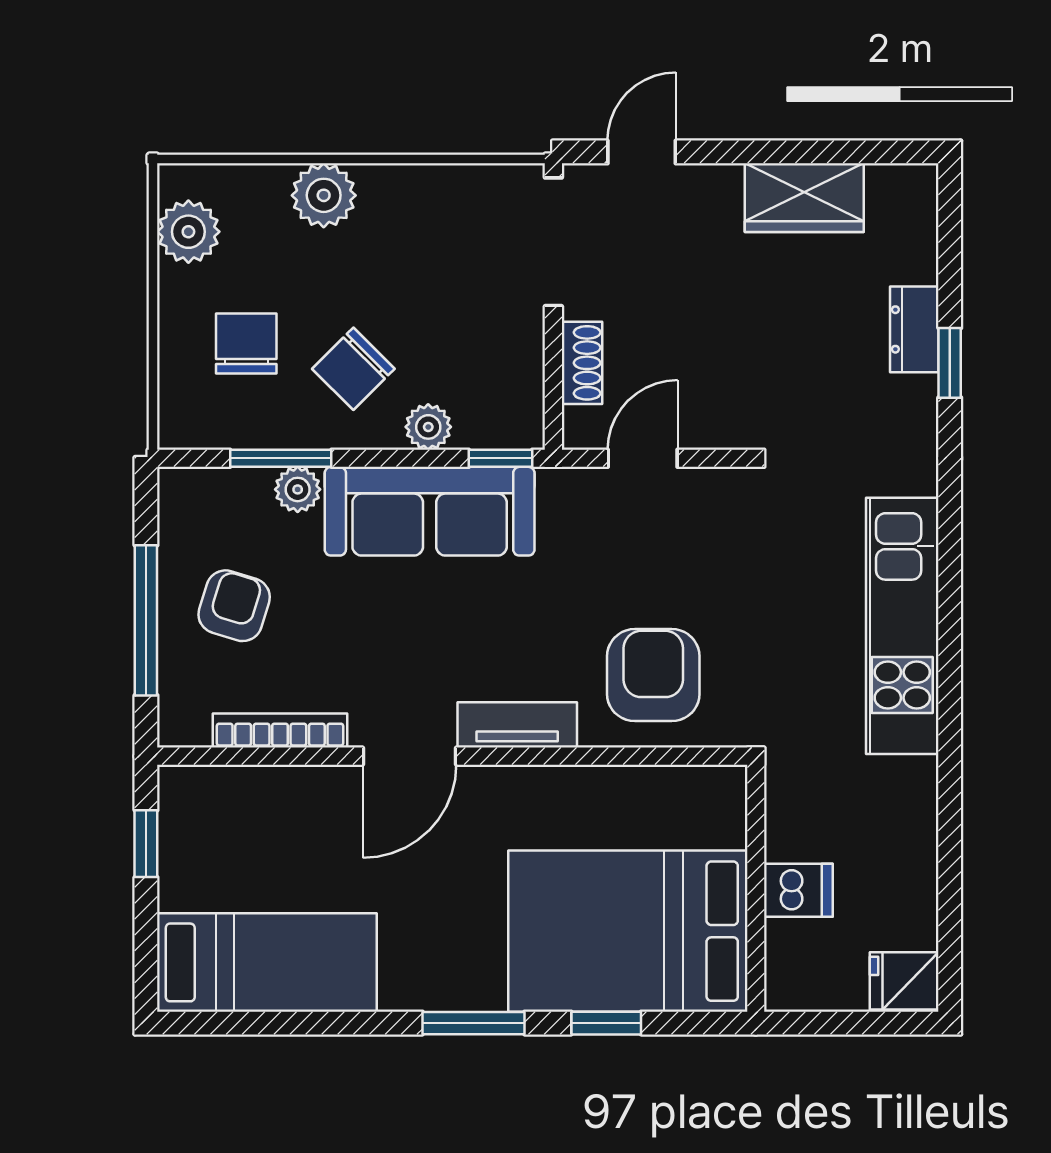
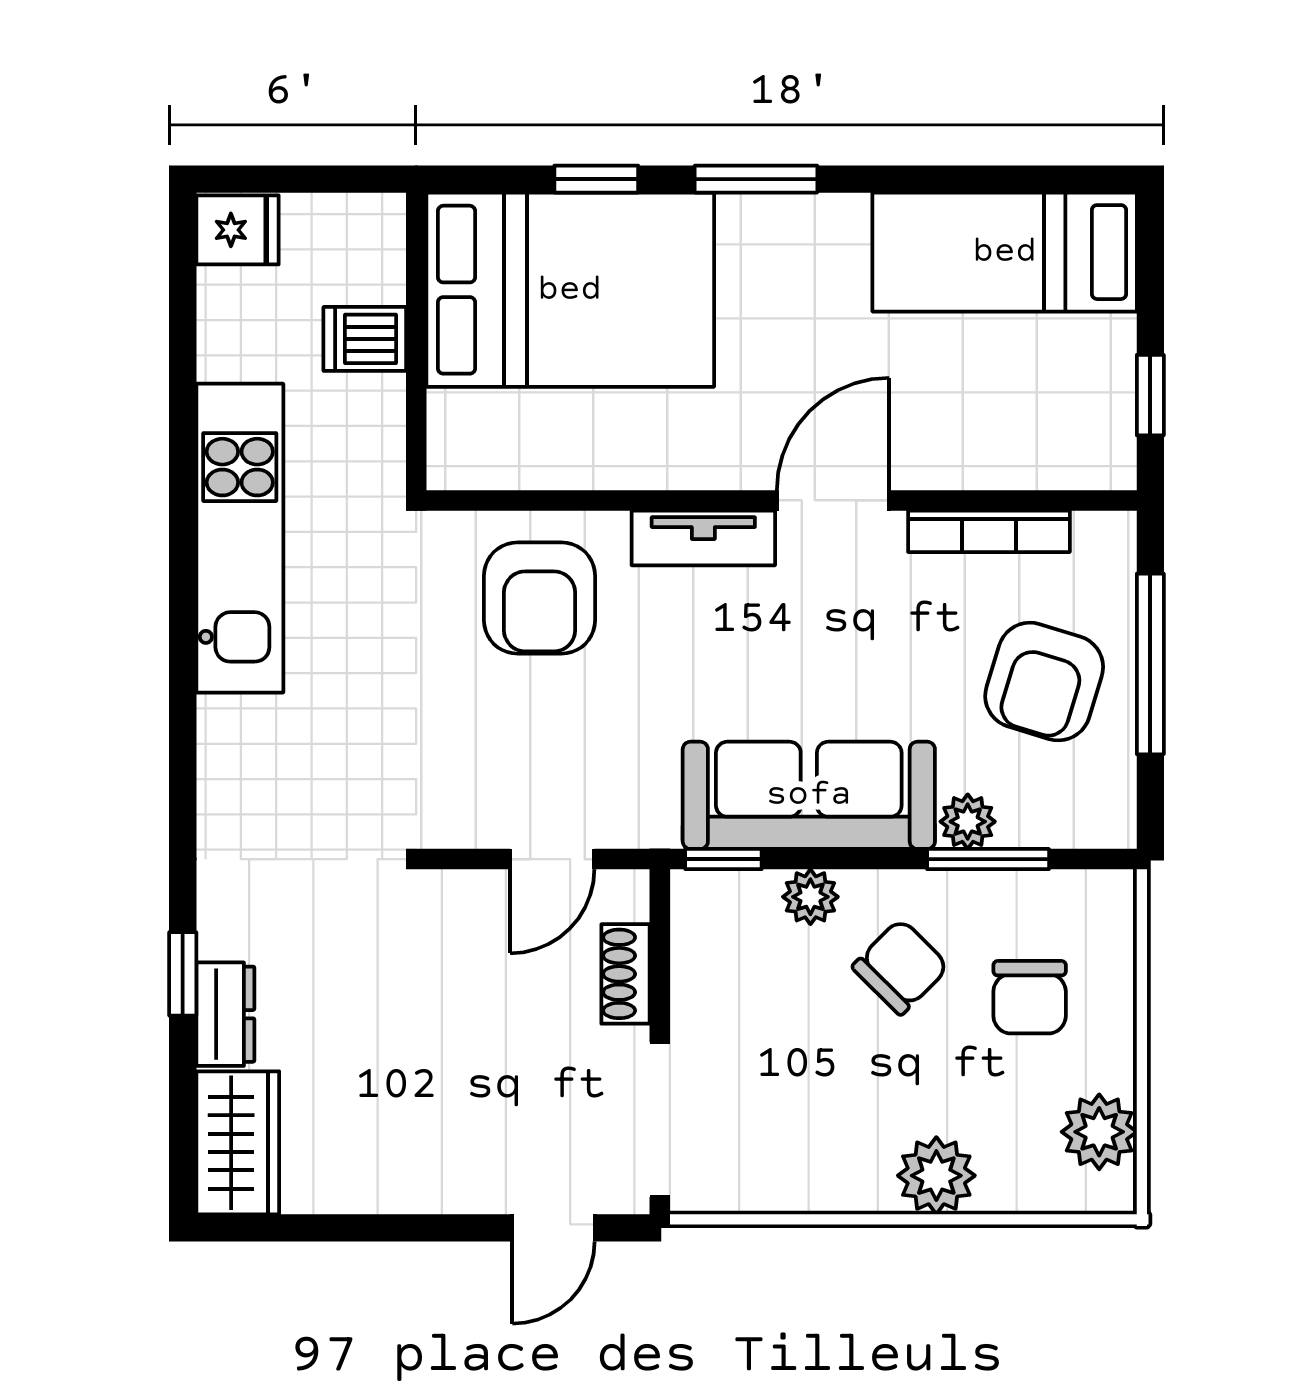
wardrobe: (804, 198) -> (238, 1143), moved, turned 90
armchair: (234, 606) -> (1044, 682), width x1.38, depth x1.38
kitchen unit: (902, 626) -> (240, 538), moved

